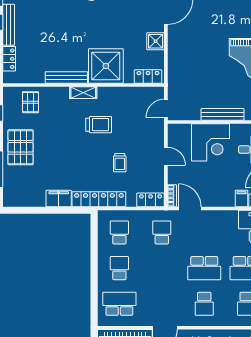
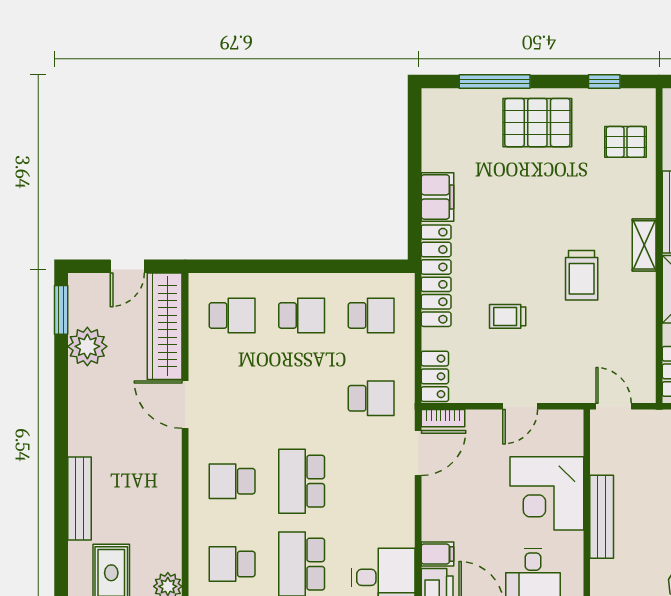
school desk: (119, 304) -> (232, 315), width x0.54

